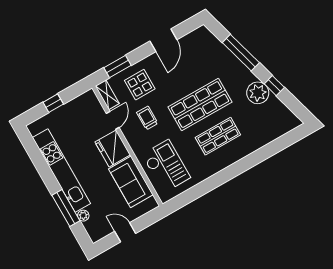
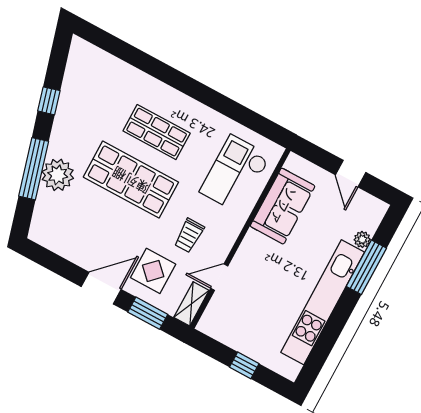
door: (163, 40) -> (101, 288), moved
plant: (258, 93) -> (58, 175), moved
fridge: (113, 148) -> (255, 255), removed

